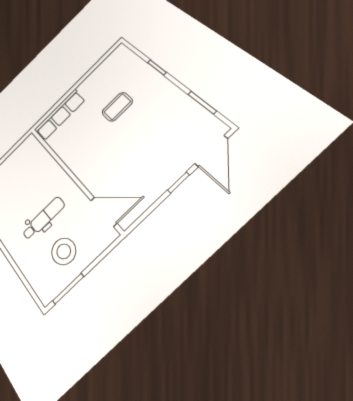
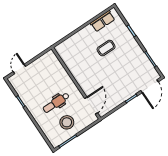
row of seats: (60, 115) -> (103, 21), moved, width x0.68
door: (104, 212) -> (91, 106), hinge flipped
dental chair: (43, 218) -> (56, 103), turned 180

